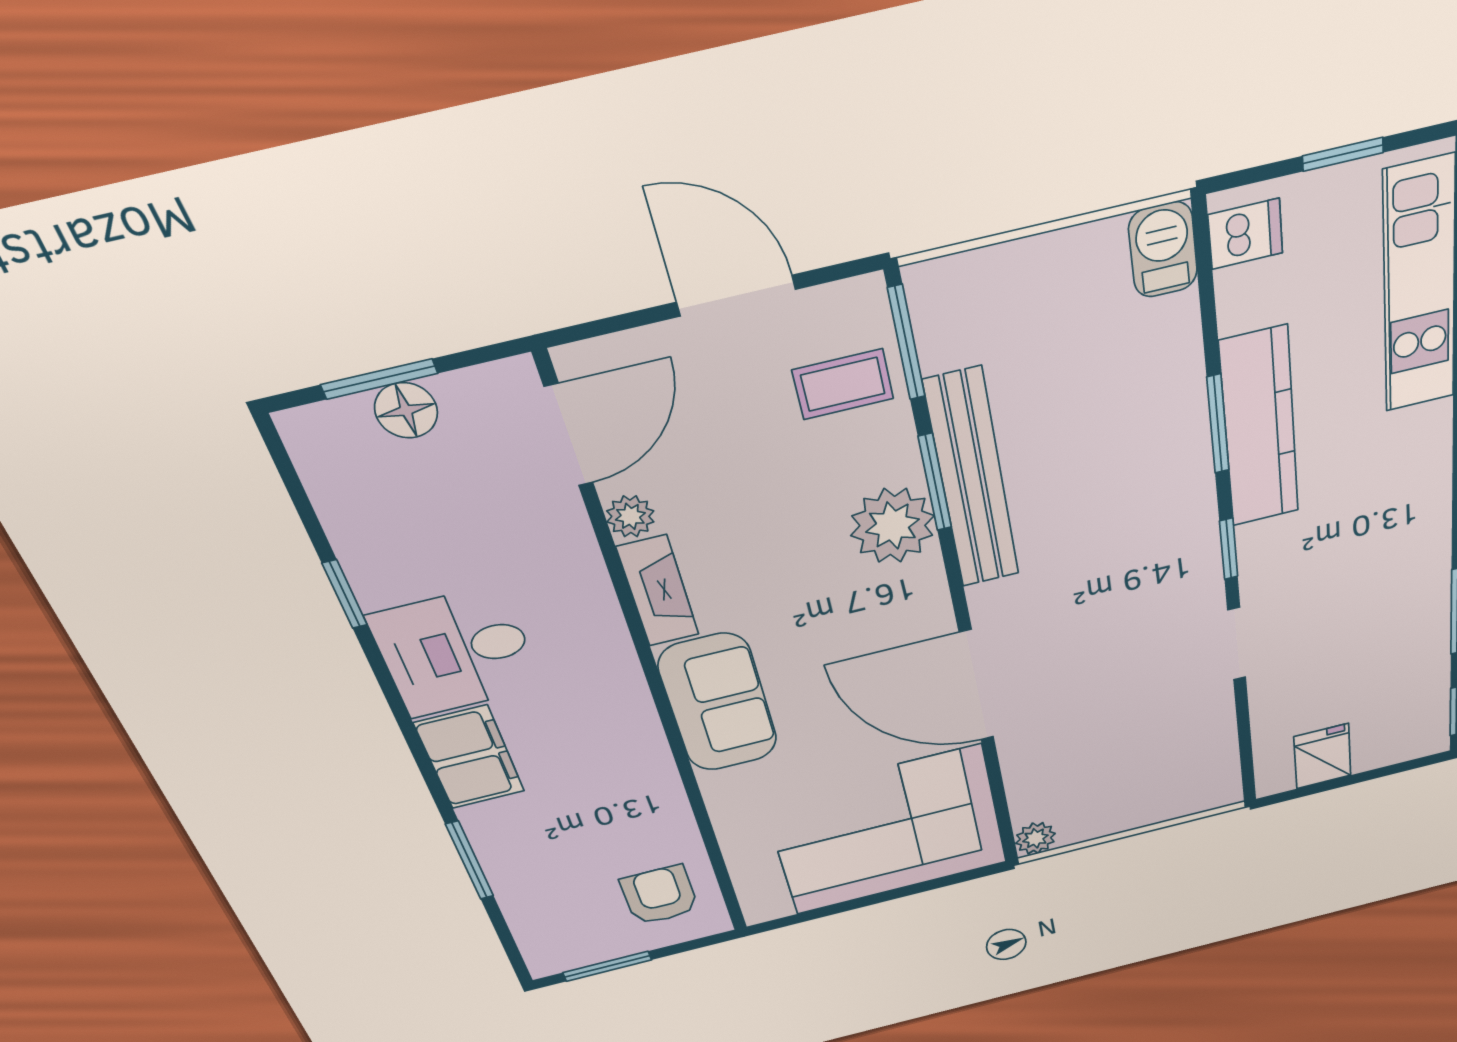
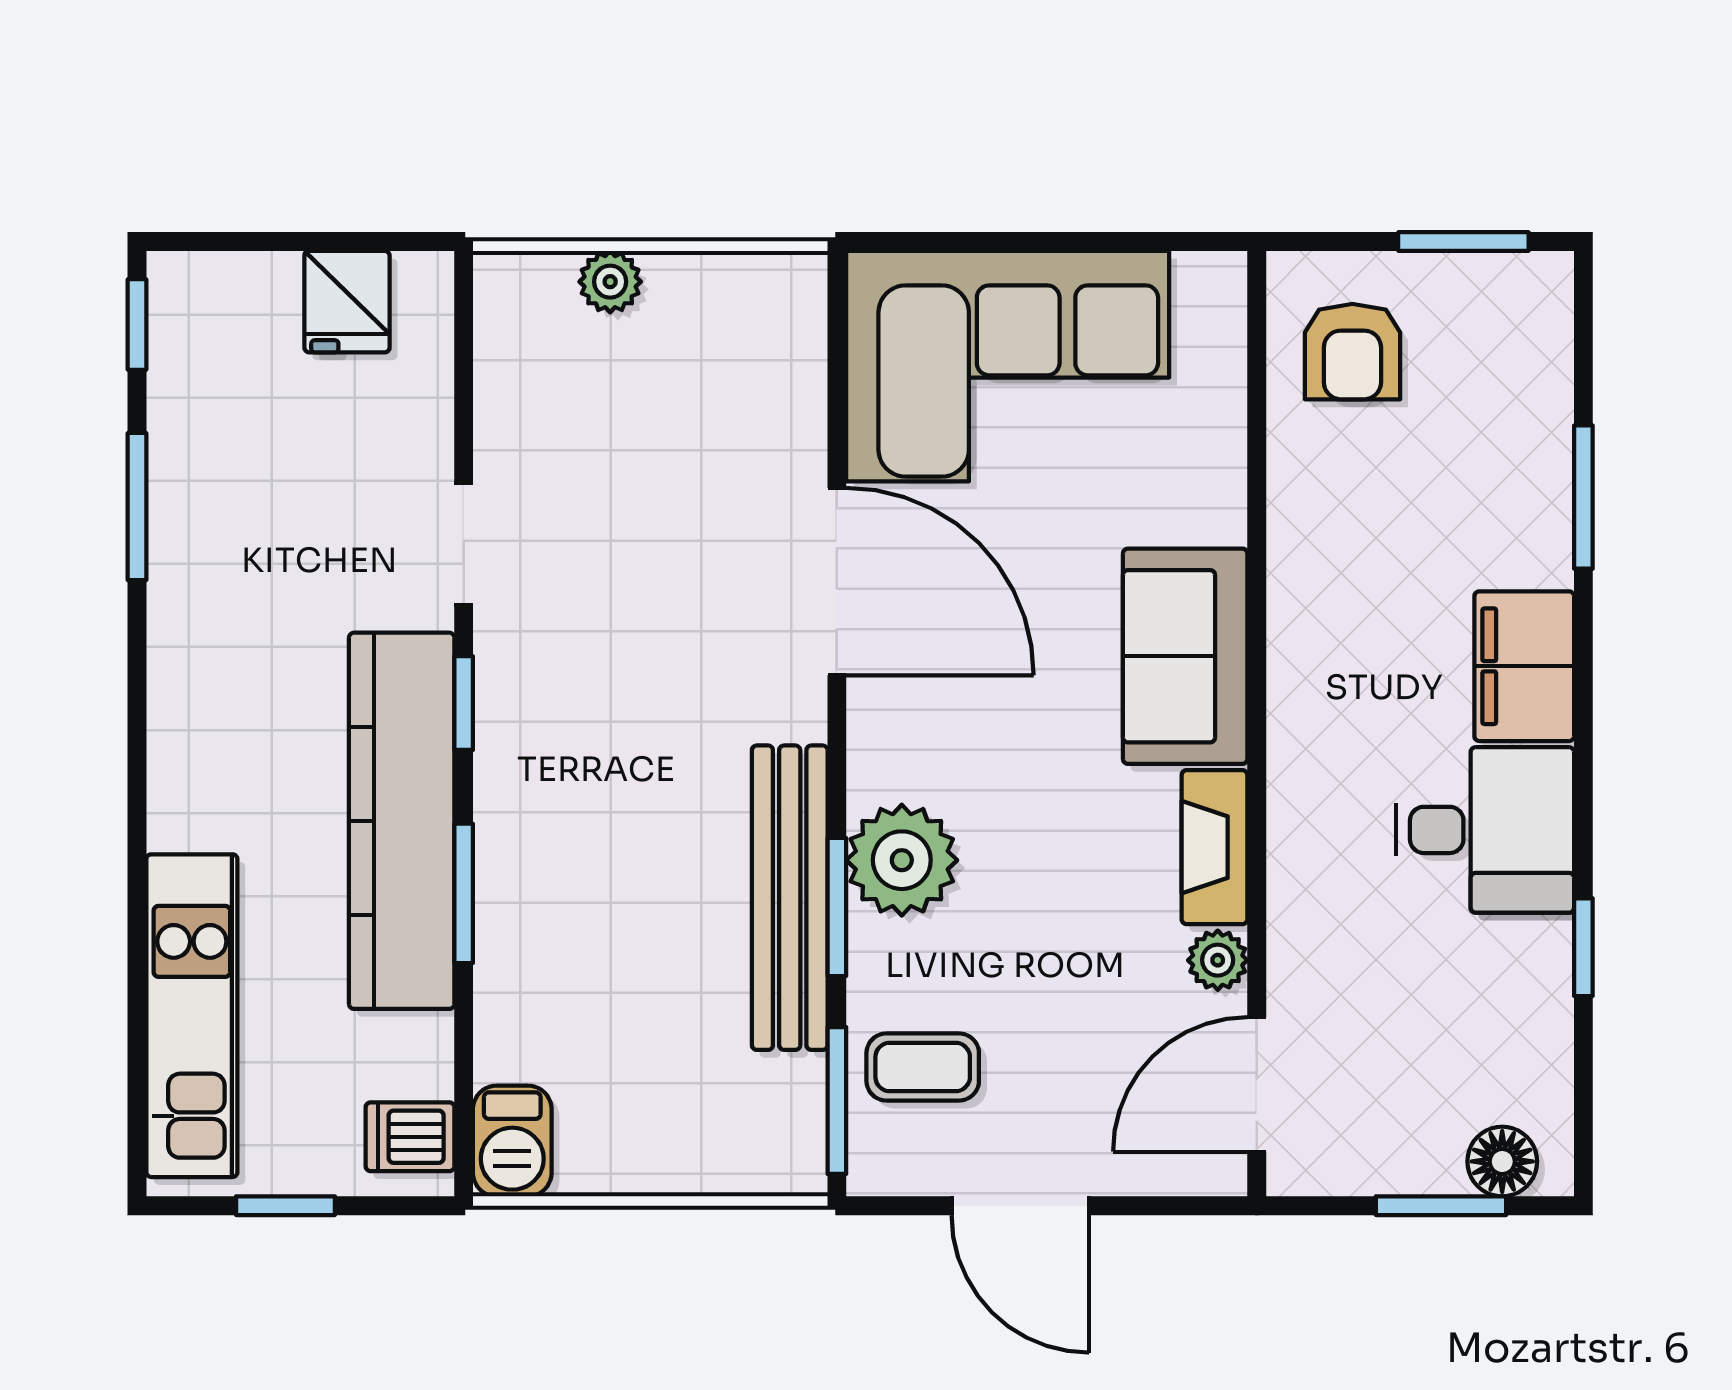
floor lamp: (406, 410) -> (1502, 1161), moved
kitchen counter: (1259, 428) -> (402, 821), width x1.39, depth x1.17
plant: (1035, 838) -> (610, 282), moved

